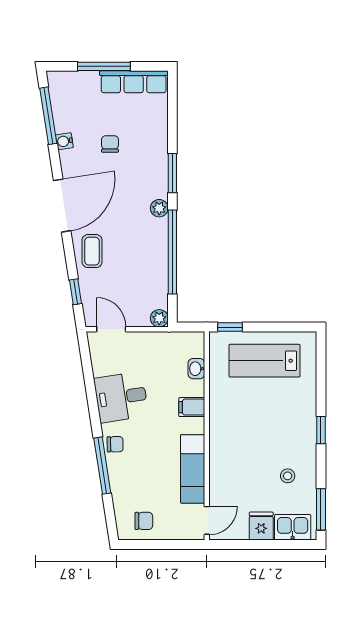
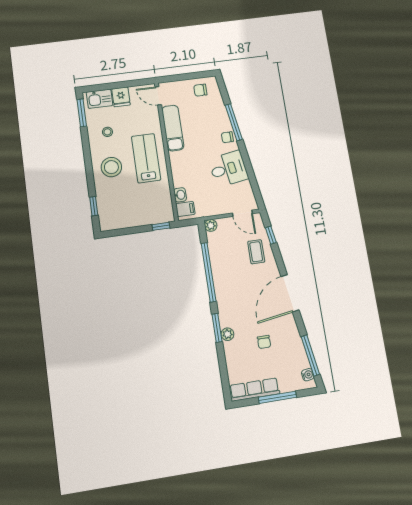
water cooler: (64, 141) -> (308, 375), moved
plant: (159, 208) -> (227, 334), moved
coffee table: (92, 251) -> (256, 252), moved
lab bench: (265, 361) -> (146, 158), moved, turned -90
filing cabinet: (192, 407) -> (185, 209), moved
stool: (289, 423) -> (111, 167), added
window: (321, 430) -> (94, 206), moved
door: (207, 520) -> (158, 96), hinge flipped

